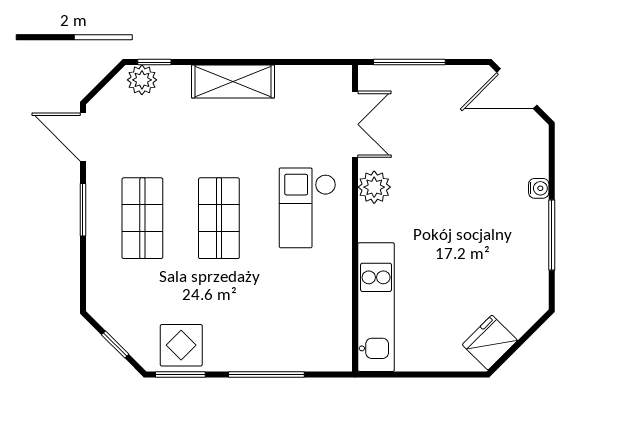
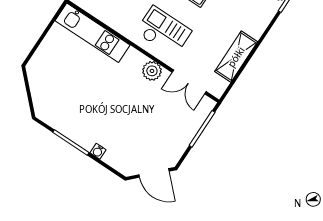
shelving: (233, 81) -> (236, 57), moved
door: (517, 89) -> (154, 173), swing flipped
fridge: (490, 342) -> (38, 77), removed

